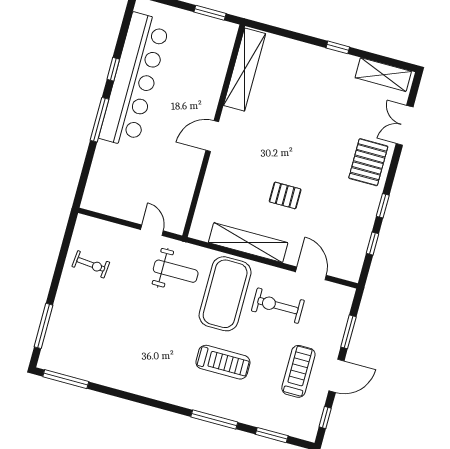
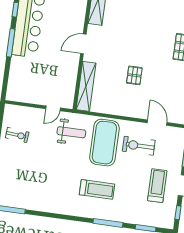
pallet: (285, 195) -> (134, 75), turned 90
door: (152, 230) -> (53, 108), swing flipped
shelving: (248, 243) -> (86, 86), moved, turned 90
treadmill: (223, 362) -> (97, 189), moved

